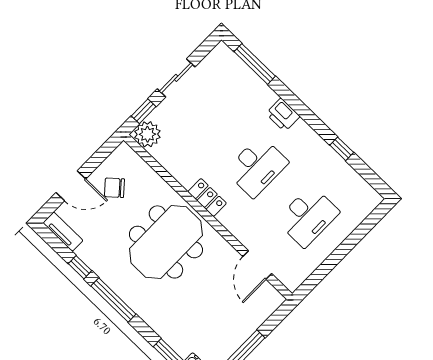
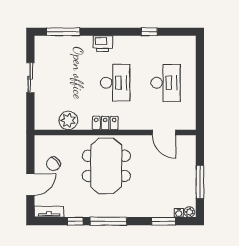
window: (144, 111) -> (30, 111), removed
plant: (147, 134) -> (68, 120), moved

